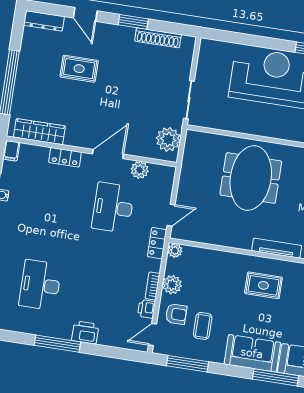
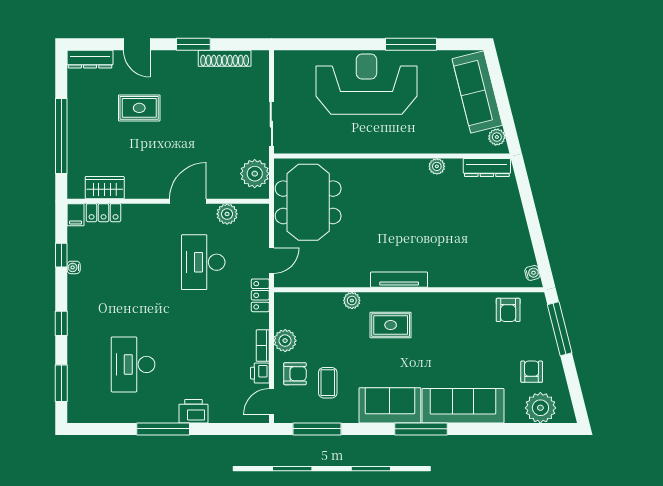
wardrobe: (39, 132) -> (105, 188), width x0.67
locker: (65, 157) -> (104, 213), moved
meeting table: (251, 178) -> (308, 202), moved
plant: (175, 250) -> (352, 300), moved

